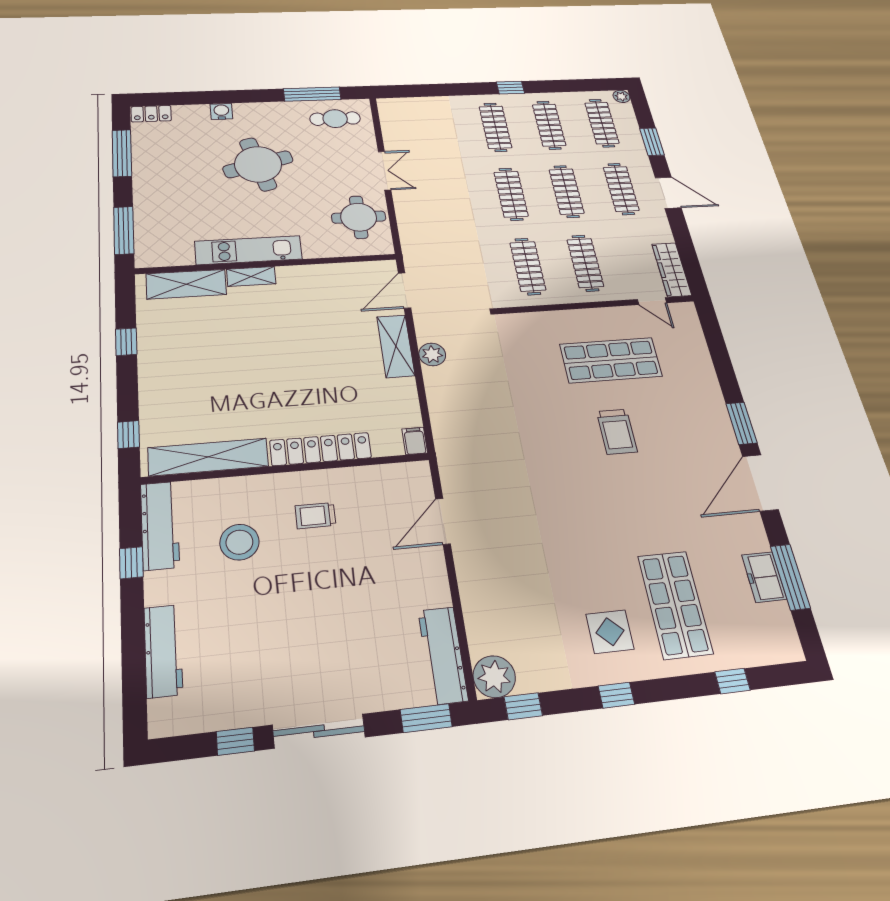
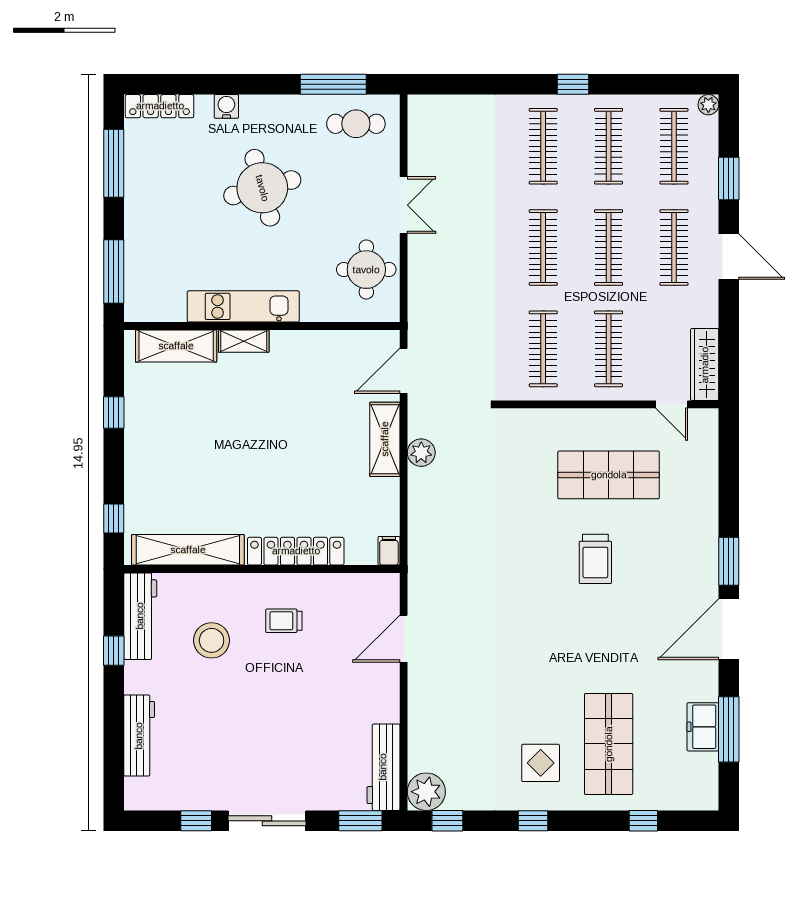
locker: (151, 114) -> (160, 106), width x1.53

